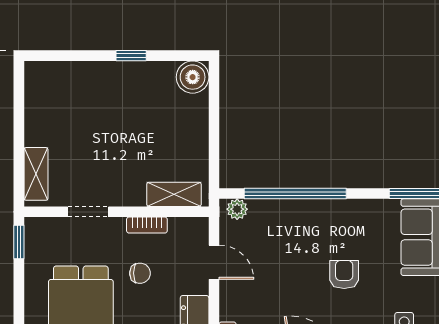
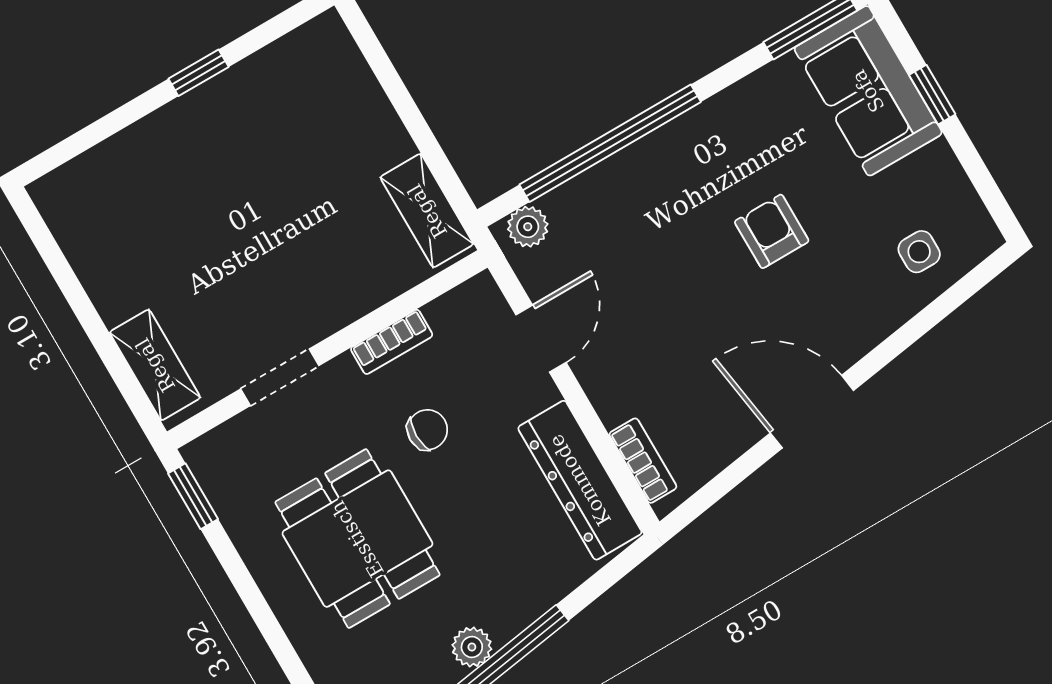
boiler: (193, 77) -> (323, 48), removed
shelving: (174, 194) -> (427, 211), moved, turned 90
door: (214, 262) -> (541, 339), hinge flipped

